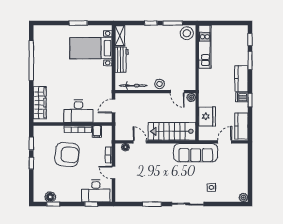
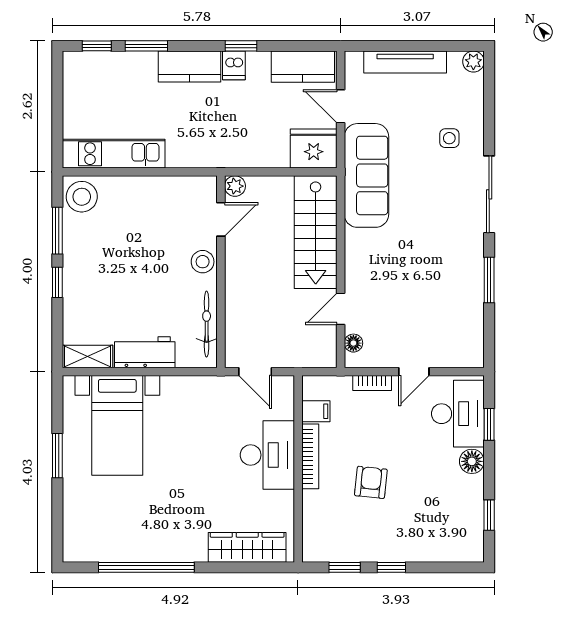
fridge: (207, 116) -> (314, 149), moved
armchair: (67, 155) -> (371, 482), width x0.53, depth x0.53
tv unit: (243, 169) -> (405, 62), added
floor lamp: (50, 197) -> (472, 461), moved

